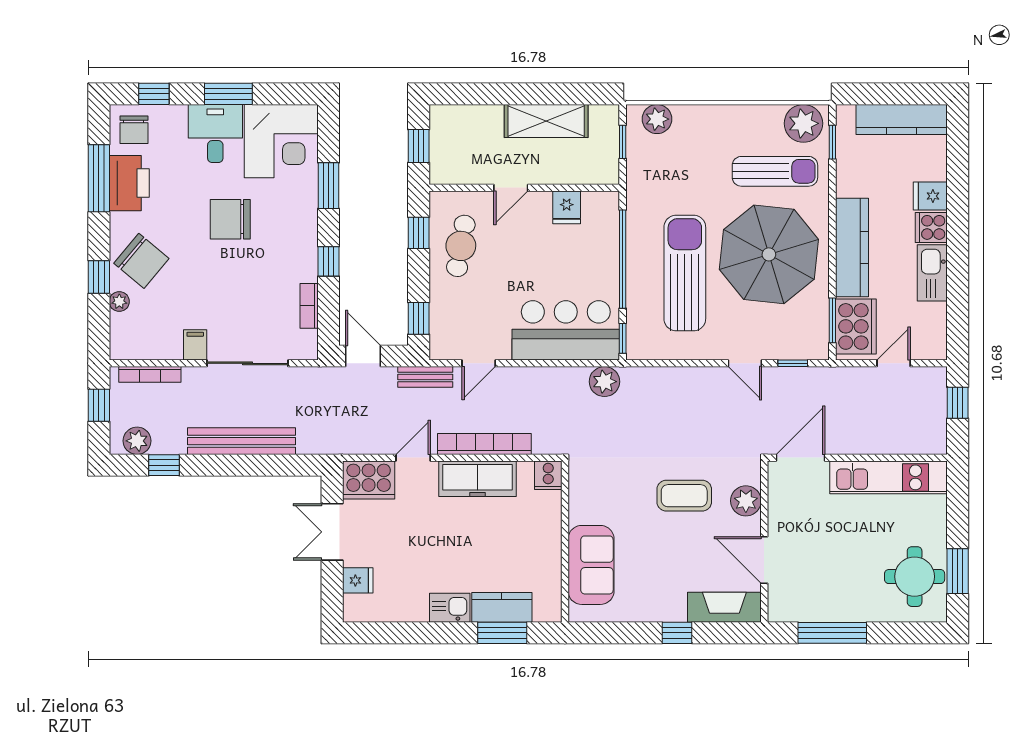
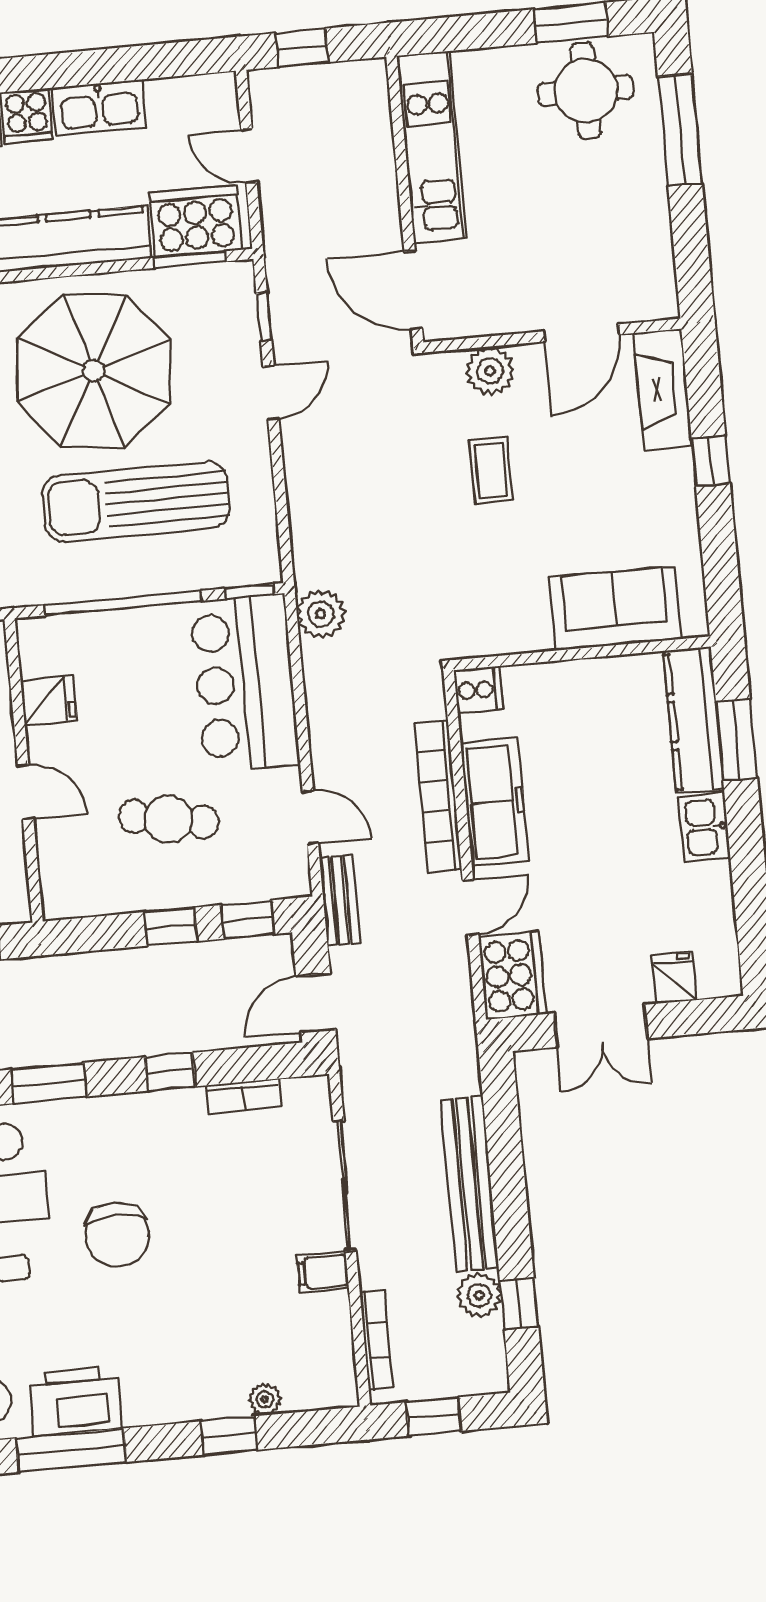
window: (419, 233) -> (171, 927), moved
cafe table: (461, 246) -> (169, 819), moved
chair: (141, 261) -> (197, 1370), removed
plant: (137, 441) -> (479, 1295), moved
door: (413, 458) -> (470, 908), swing flipped
coffee table: (684, 496) -> (491, 470), width x0.73, depth x0.77
kitchen counter: (502, 607) -> (694, 720), width x1.50
window: (832, 633) -> (680, 130), moved

